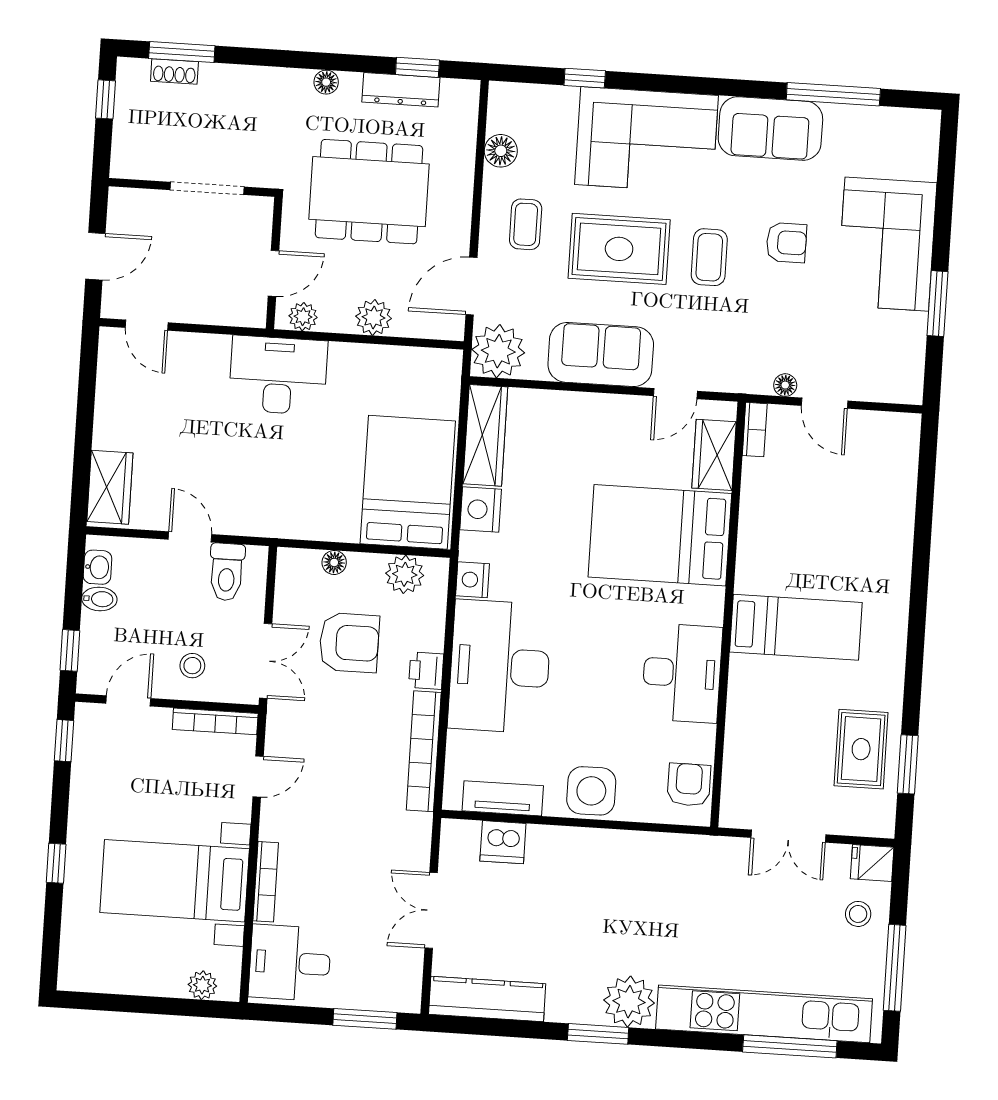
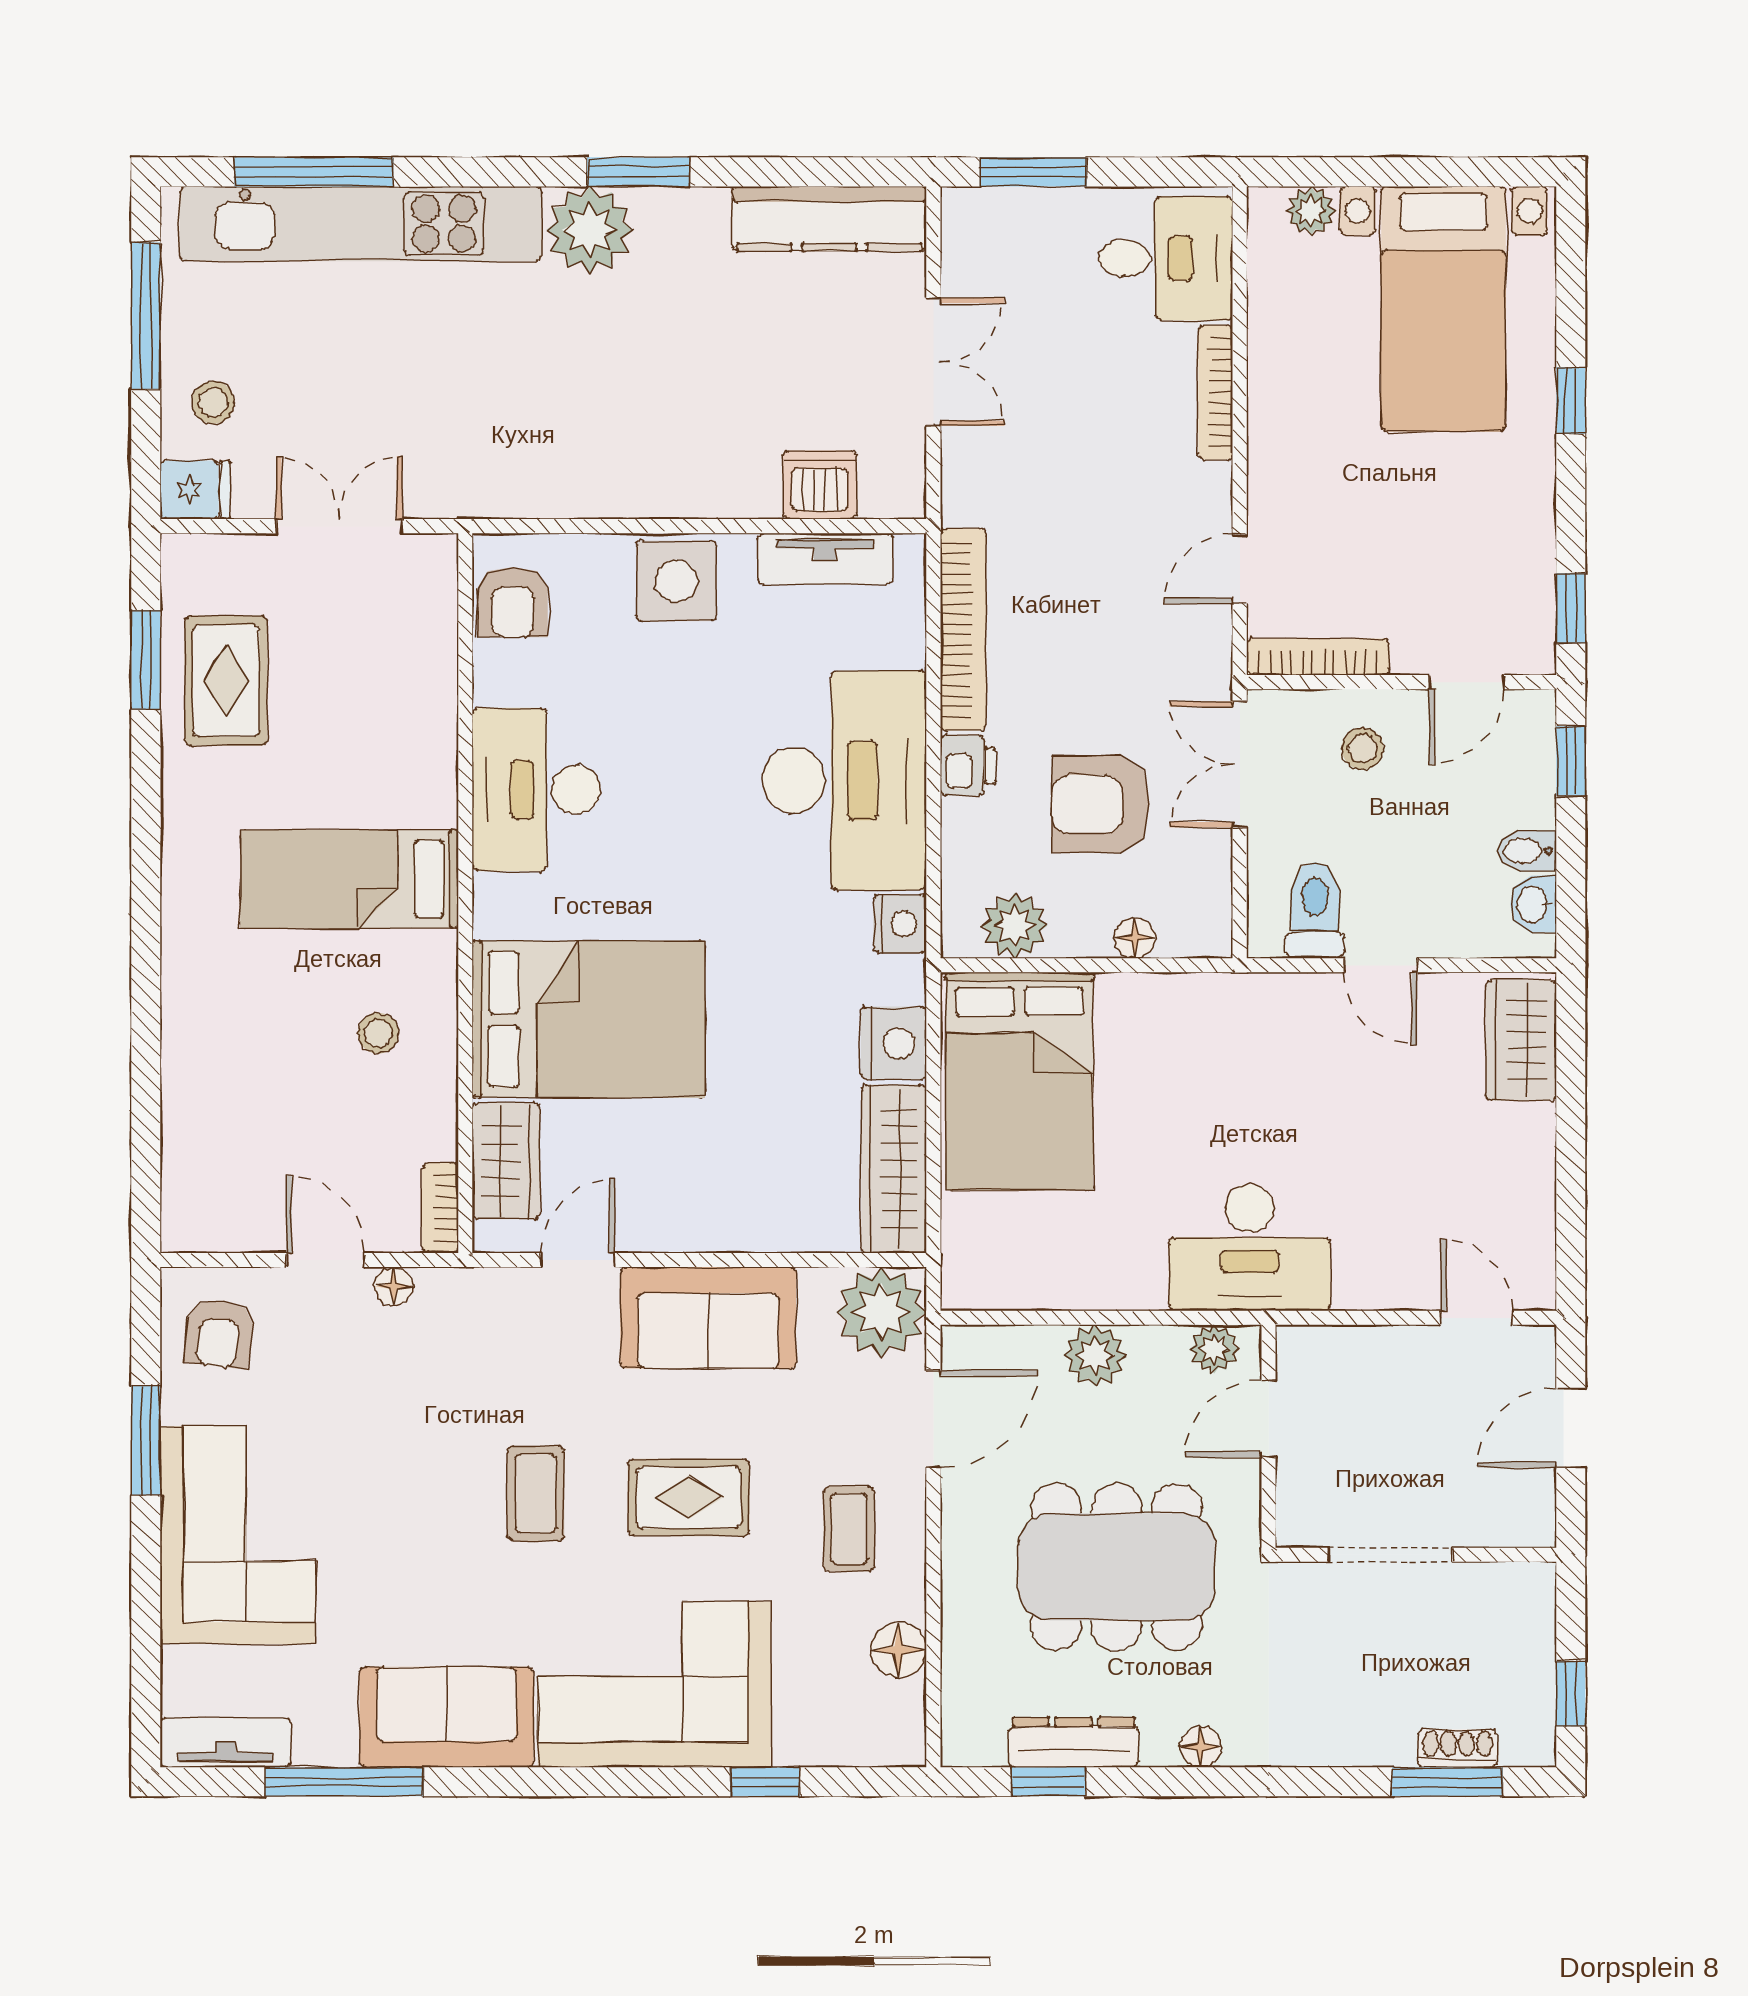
tv unit: (902, 122) -> (225, 1742), added
armchair: (786, 243) -> (219, 1334), moved, turned -83
rug: (619, 249) -> (689, 1498), width x0.73, depth x0.70
stool: (785, 535) -> (378, 1033), added
bed with nightstands: (175, 881) -> (1444, 309), moved, turned 90

